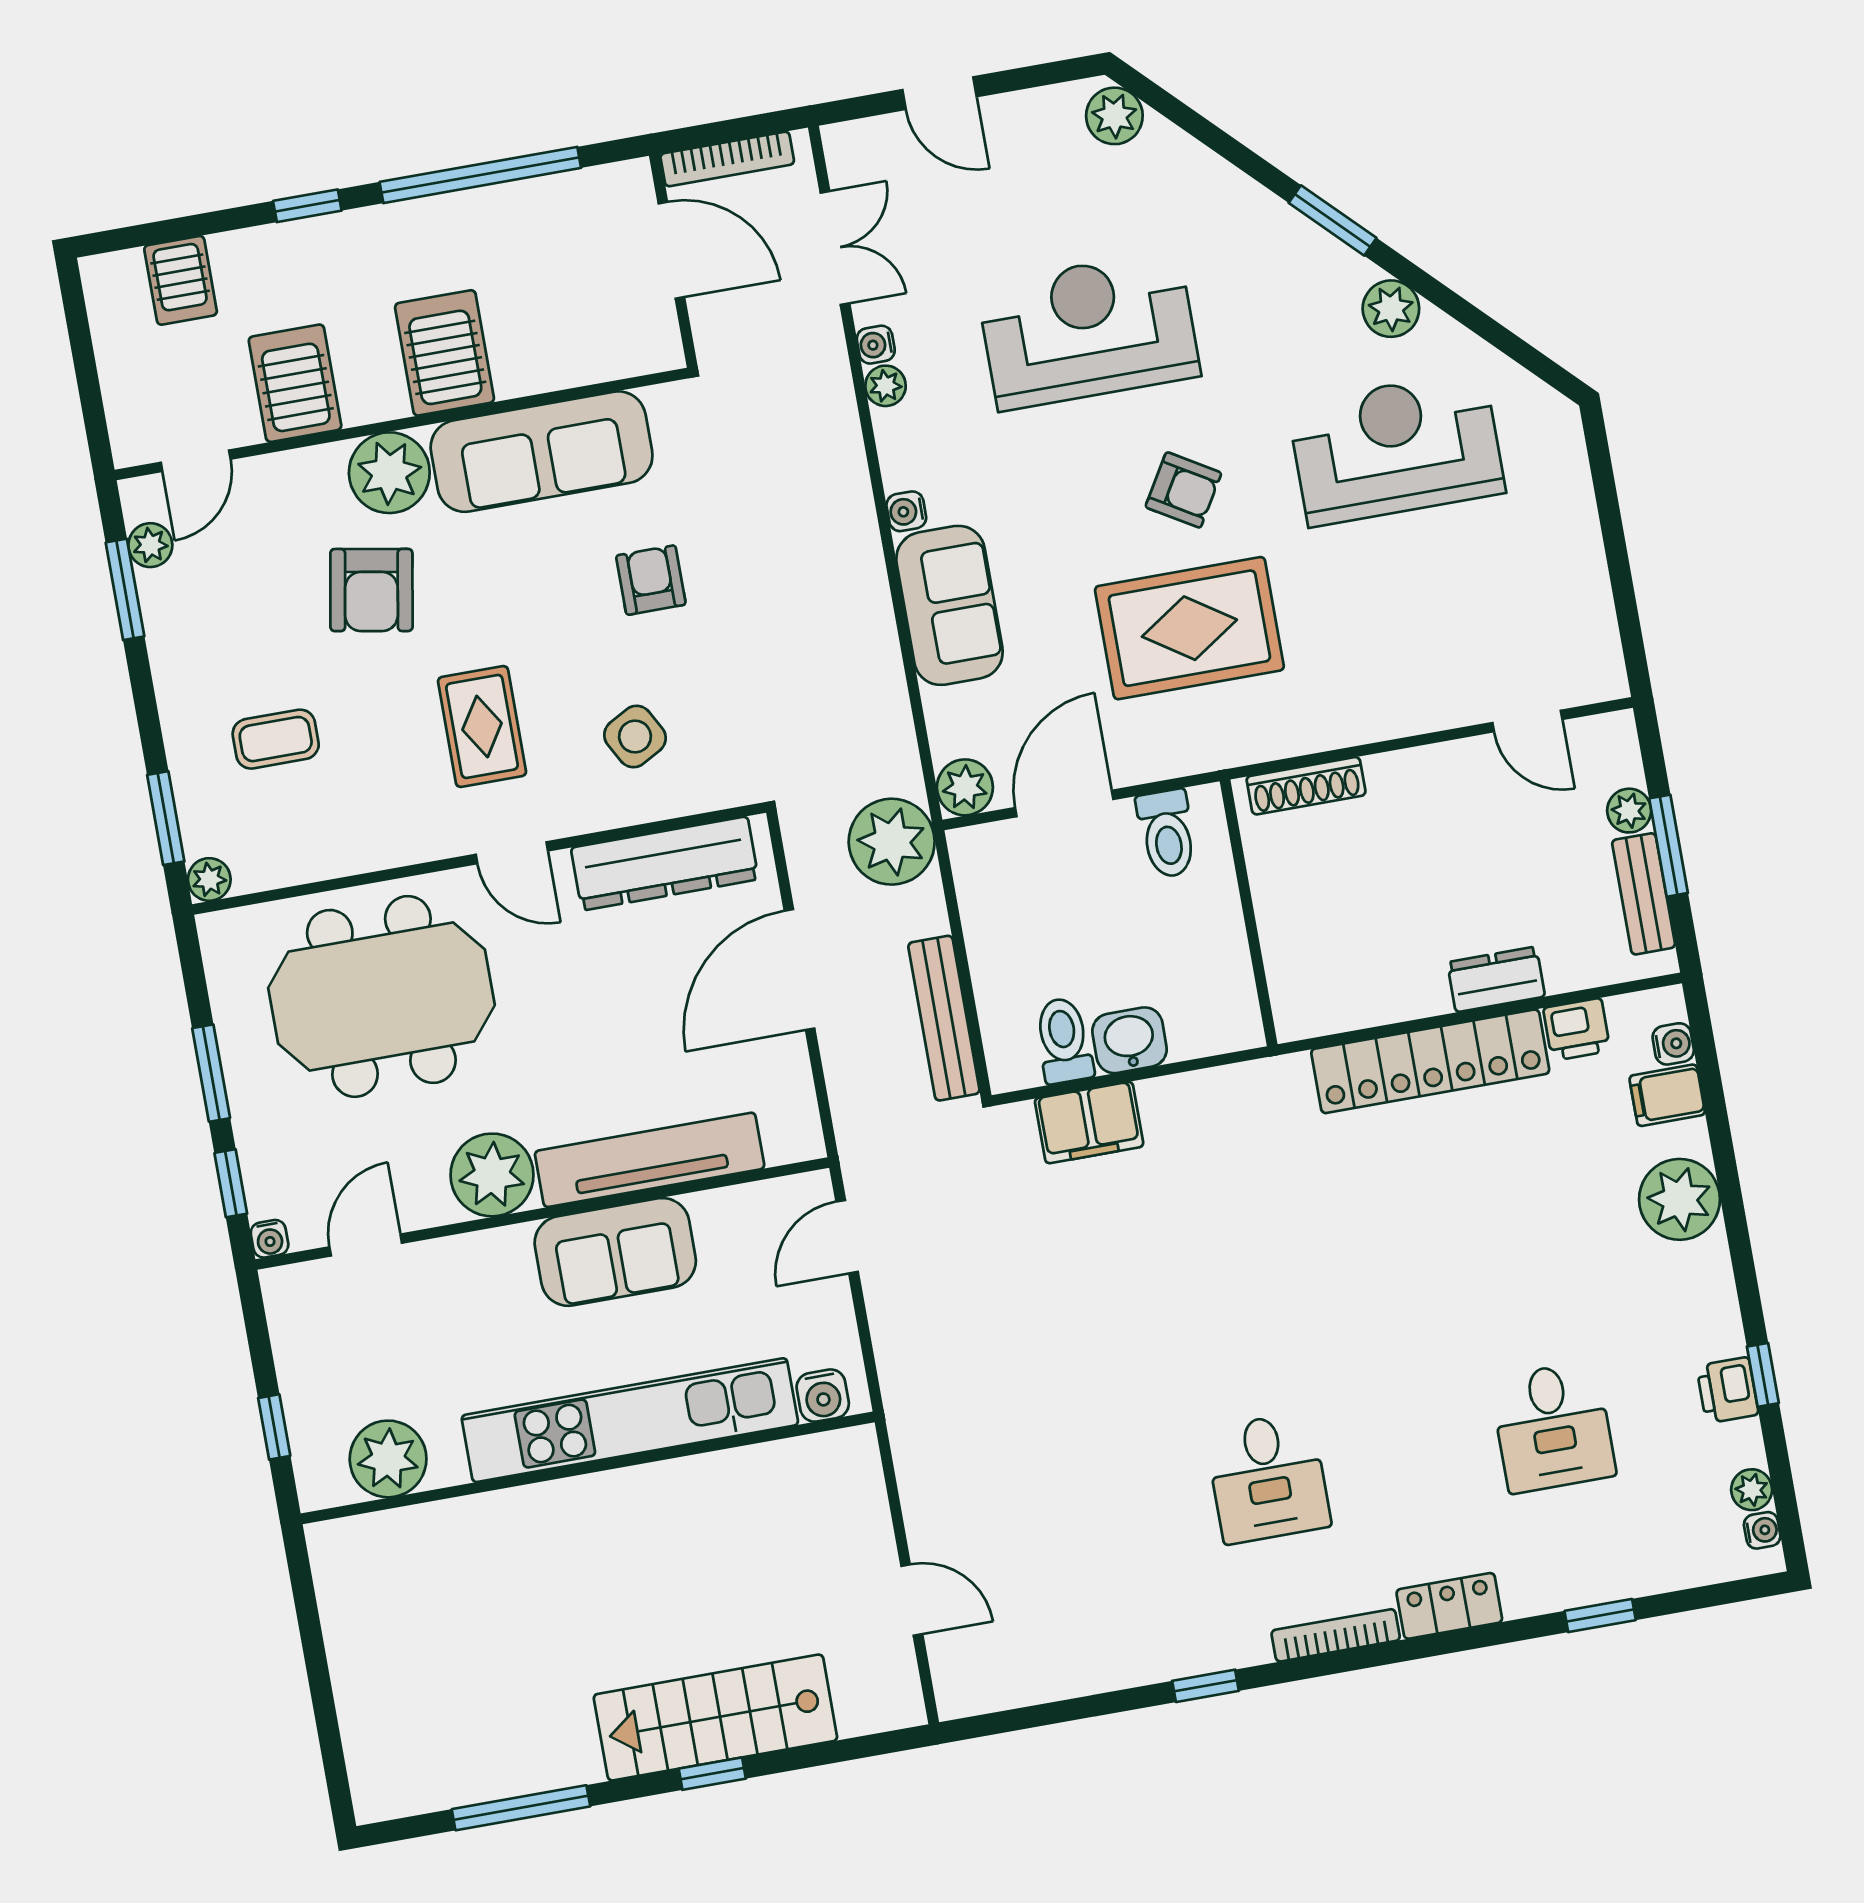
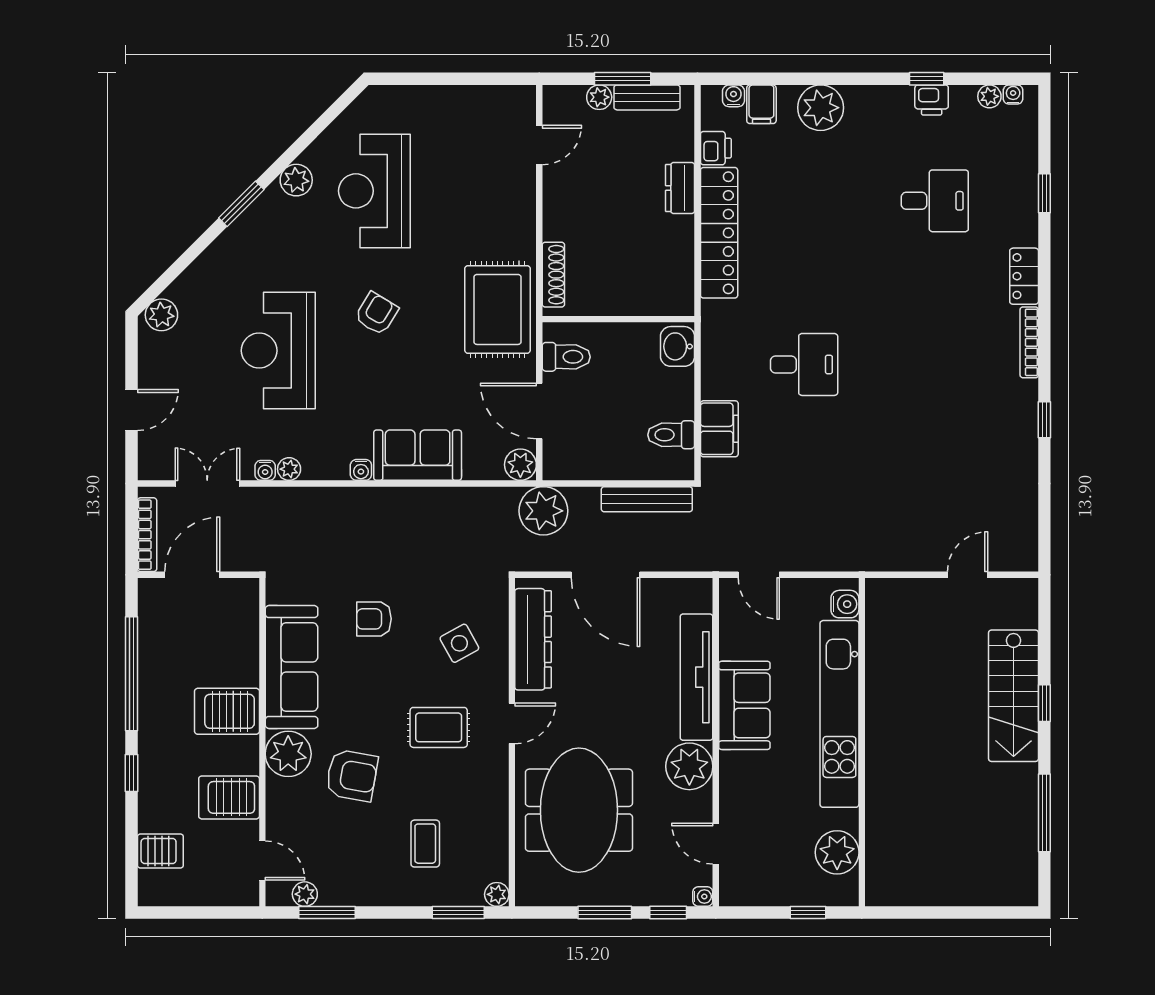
rug: (1189, 628) -> (497, 309), moved
washbasin: (1130, 1040) -> (678, 346), moved
desk: (1268, 1478) -> (804, 364), moved

